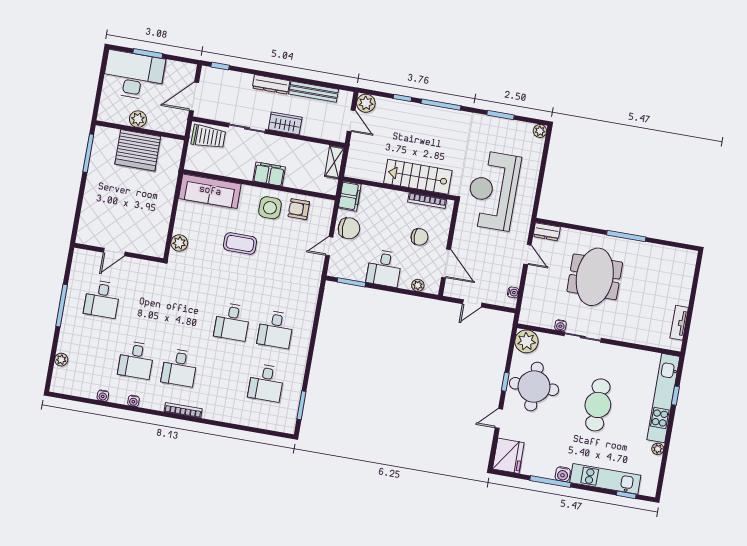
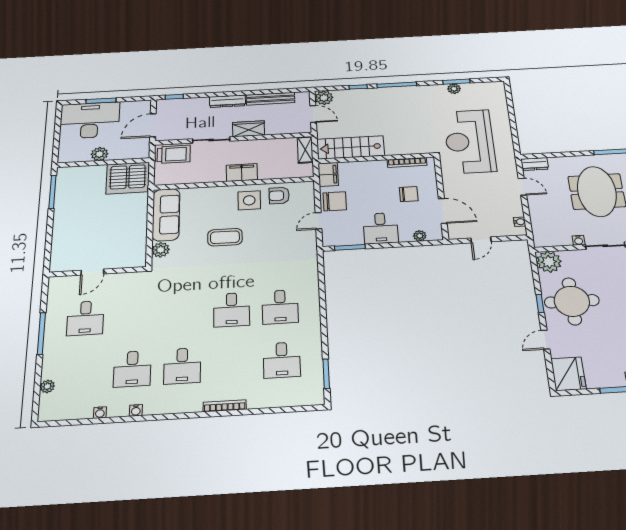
plant: (540, 131) -> (454, 89), moved
server rack: (138, 150) -> (128, 178), moved
stairs: (418, 177) -> (351, 147), moved
sofa: (210, 191) -> (166, 215), moved, turned -90
bookcase: (183, 410) -> (225, 406), moved

